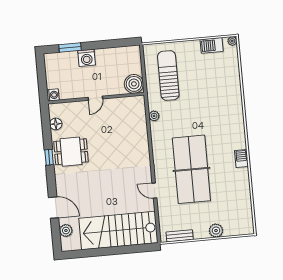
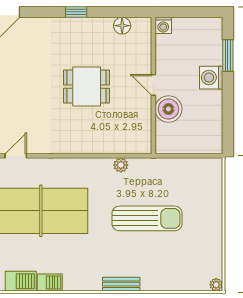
barbecue: (212, 45) -> (21, 281), moved, turned 90
sun lounger: (168, 75) -> (147, 218), moved
boiler: (134, 84) -> (168, 109), moved
bench: (238, 108) -> (121, 284), added
dining table: (71, 152) -> (87, 87), moved, turned 90

